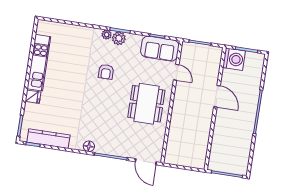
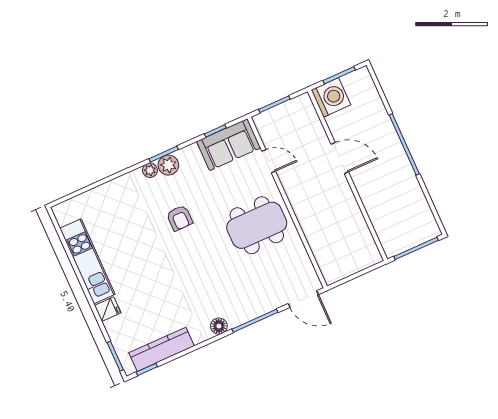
dining table: (146, 104) -> (257, 225), turned 90

